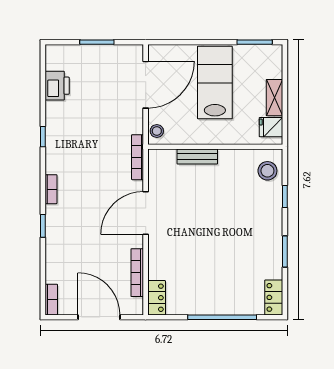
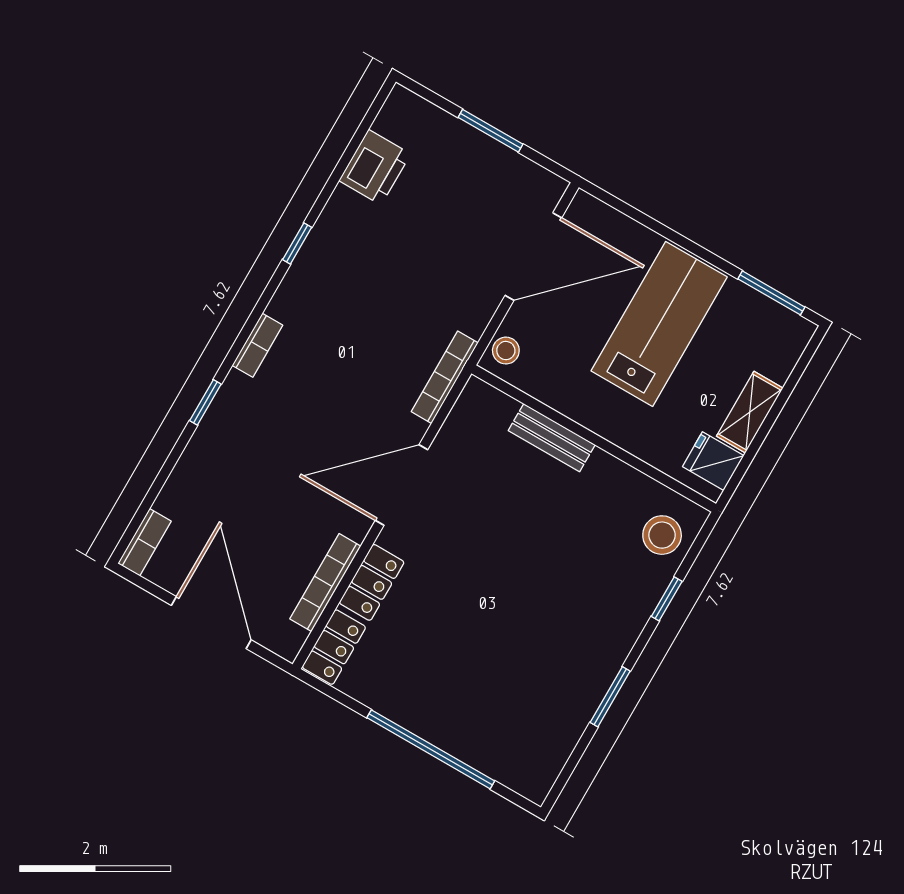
locker: (274, 297) -> (372, 582), moved, turned 180

